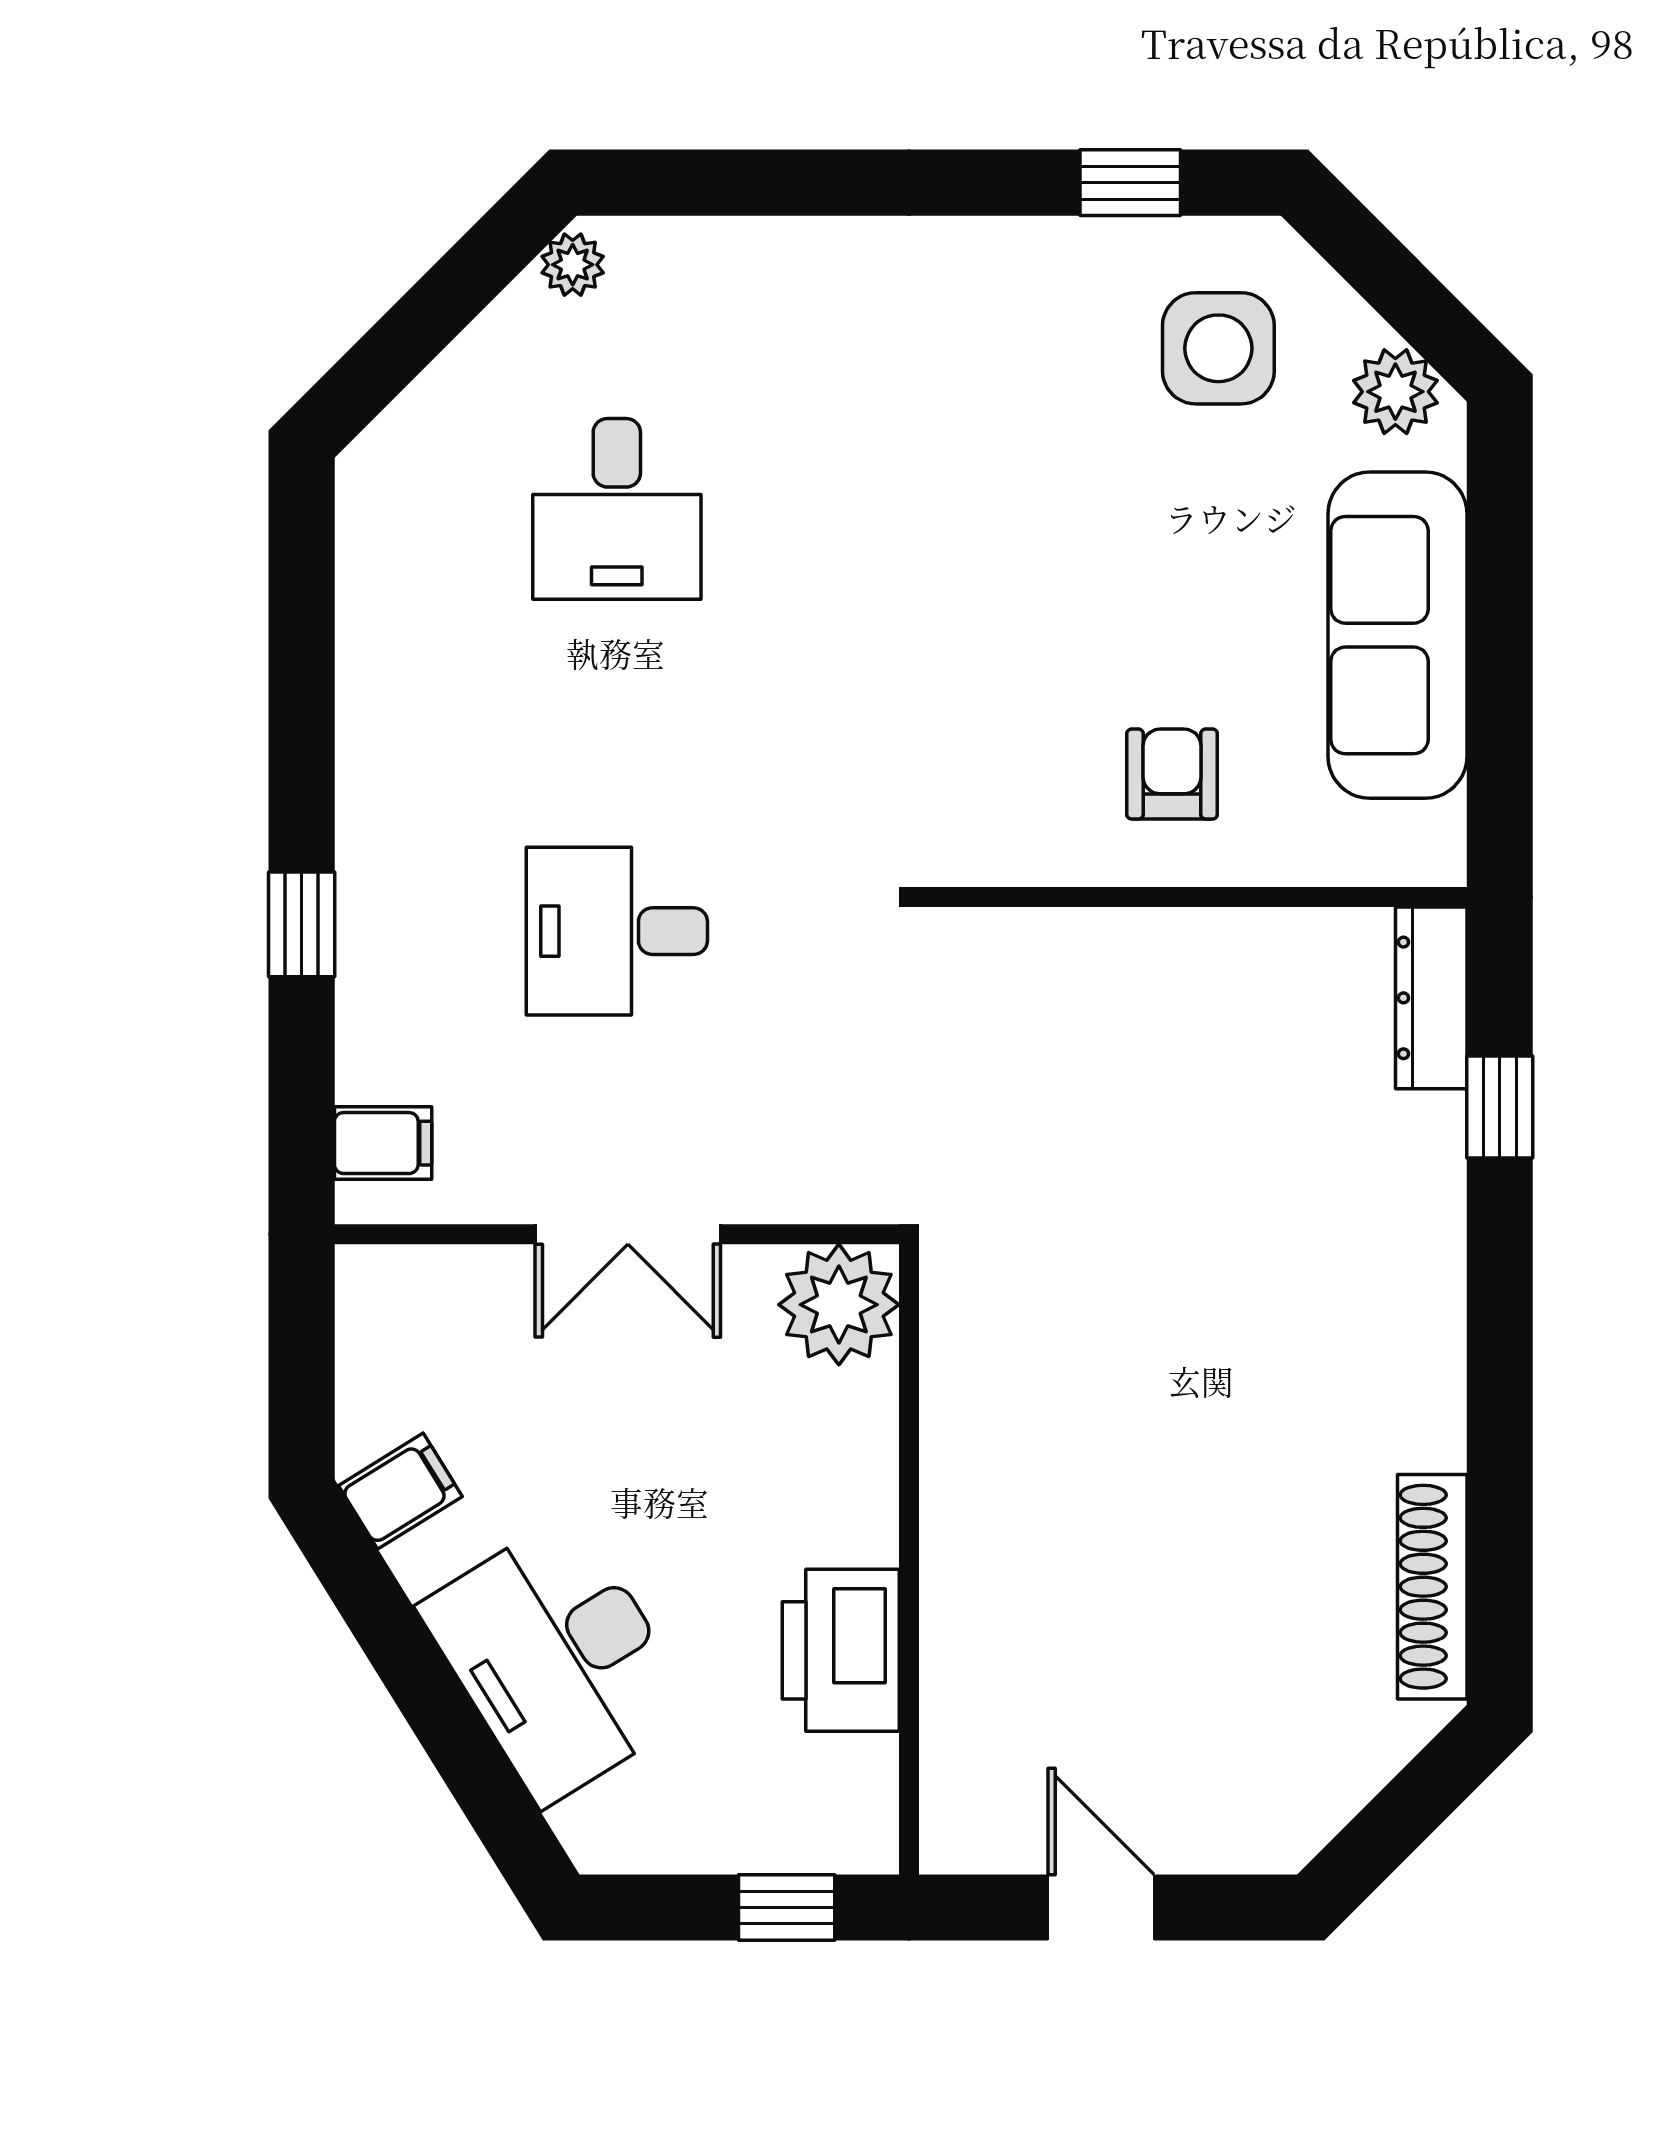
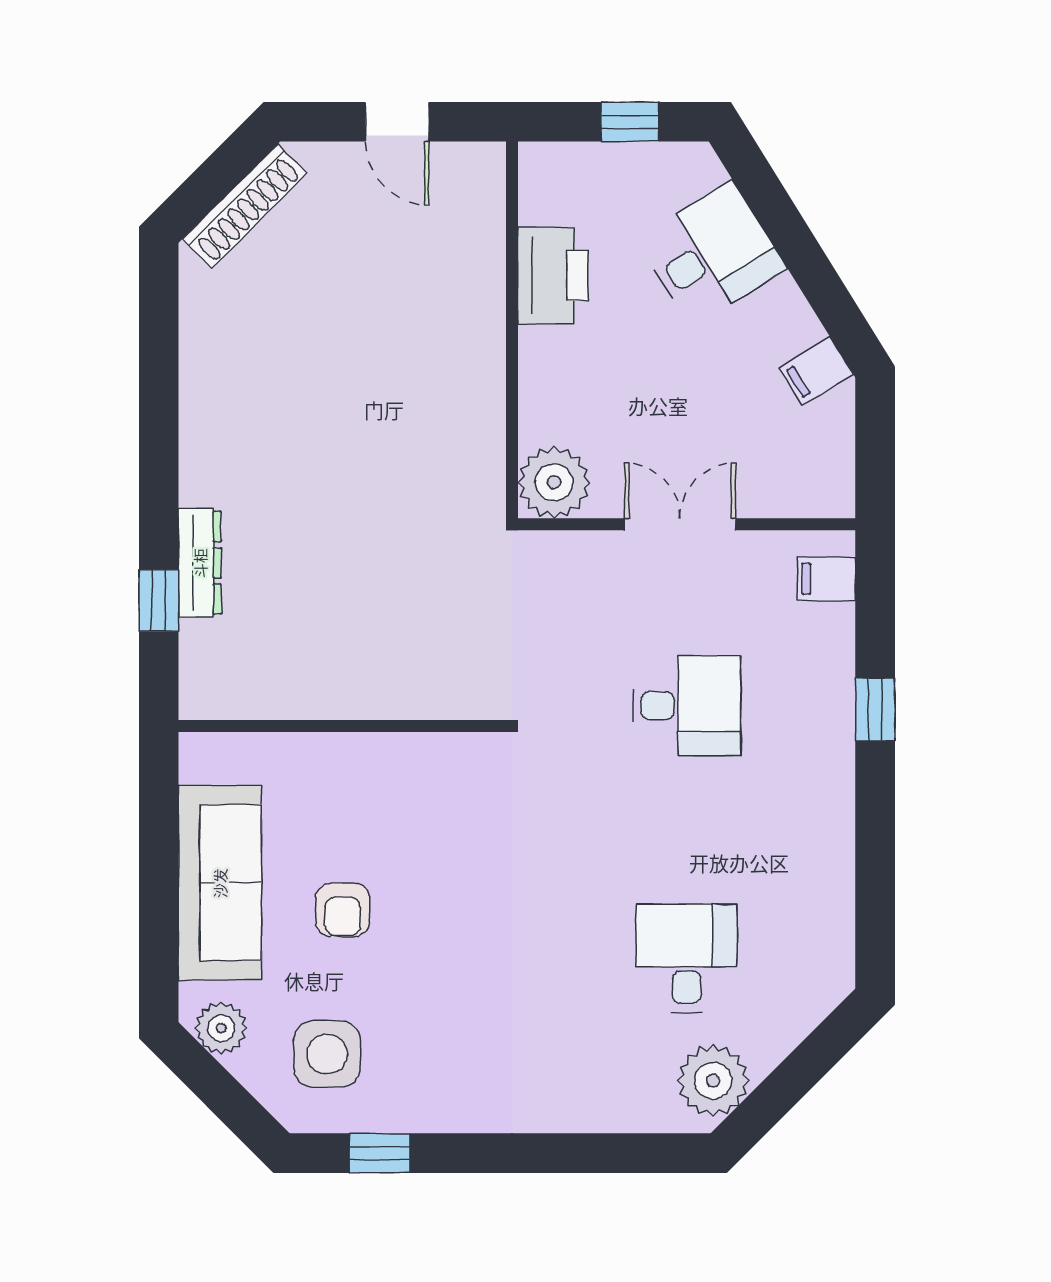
plant: (573, 265) -> (713, 1081), width x1.88, depth x1.88
armchair: (1172, 774) -> (343, 910), moved
dresser: (1431, 998) -> (200, 563), moved
shoe rack: (1432, 1587) -> (245, 206), moved, turned 45
desk: (558, 1659) -> (712, 254), width x0.73
window: (787, 1908) -> (630, 122), moved

